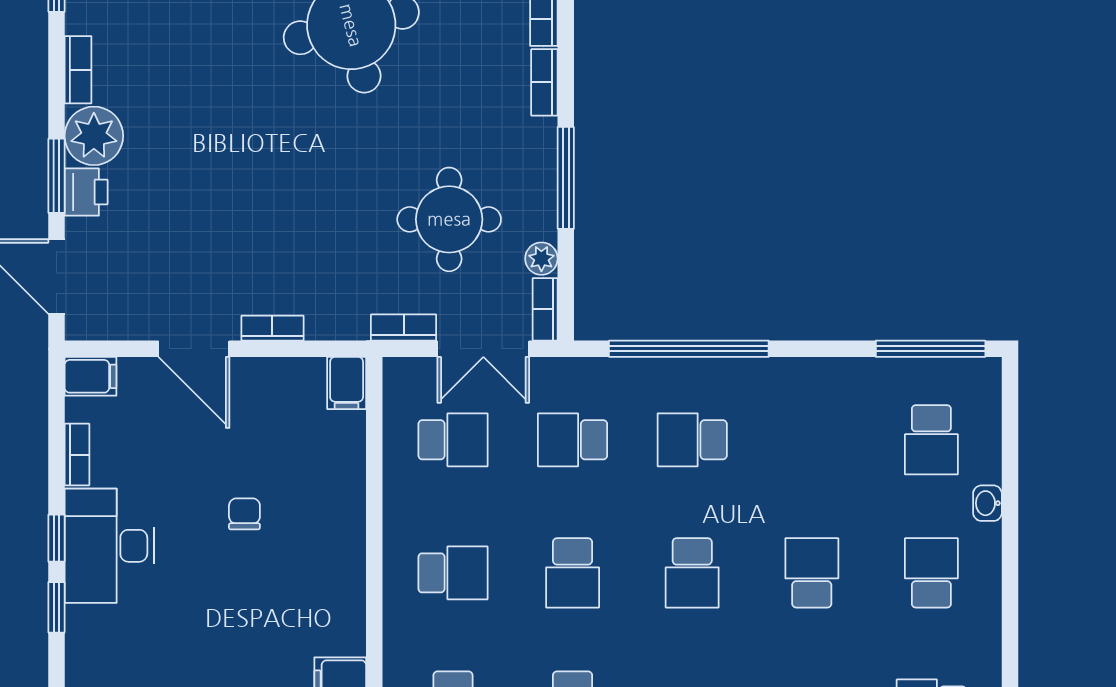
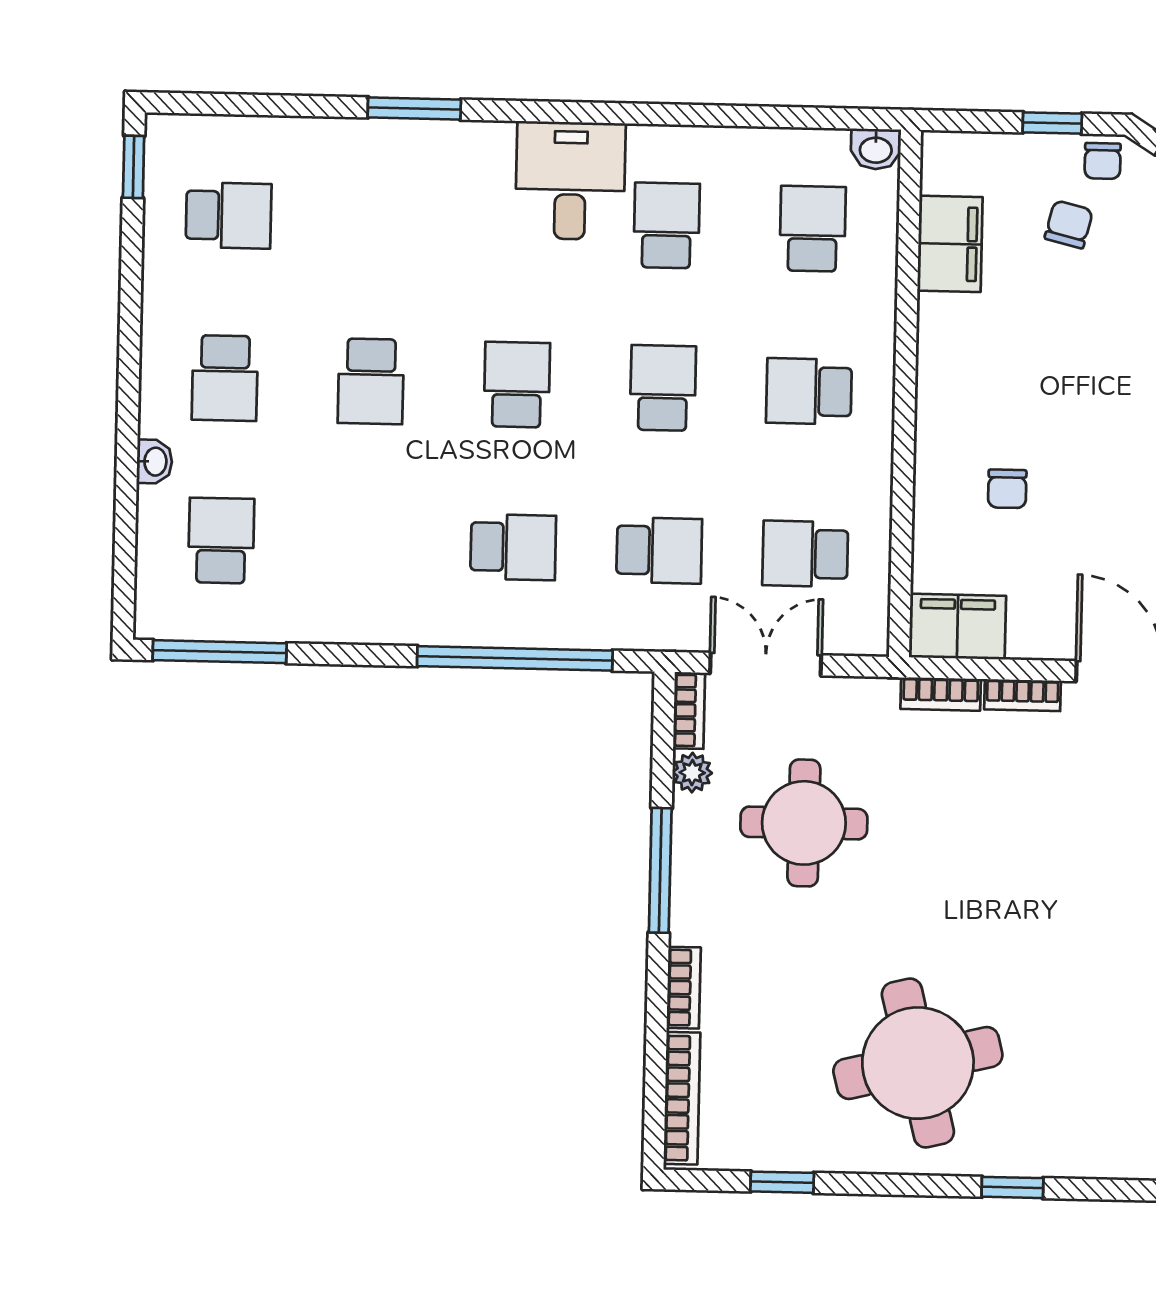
bookcase: (404, 328) -> (941, 694), moved
filing cabinet: (347, 383) -> (957, 627), width x2.00
chair: (244, 514) -> (1007, 489), moved

